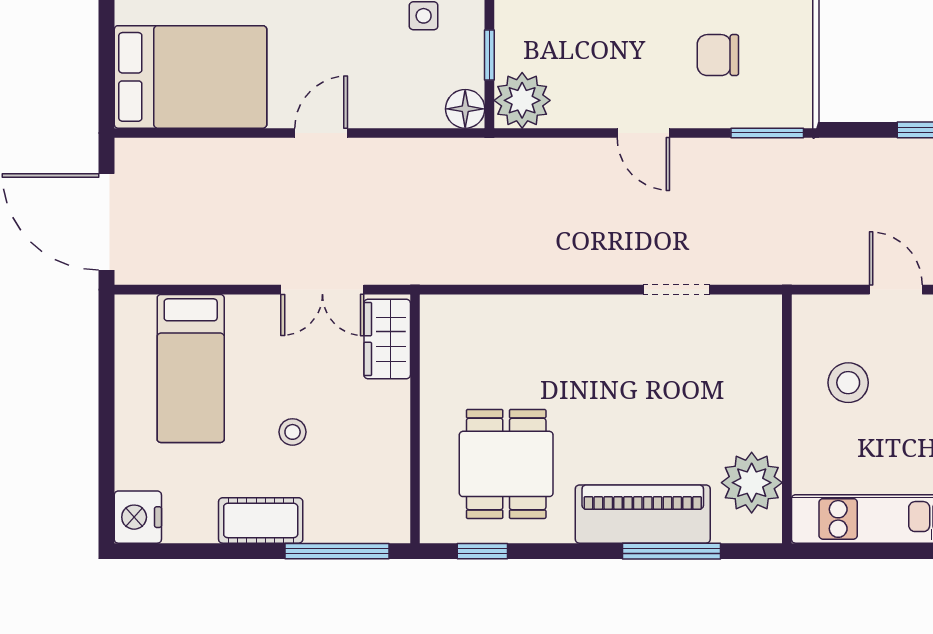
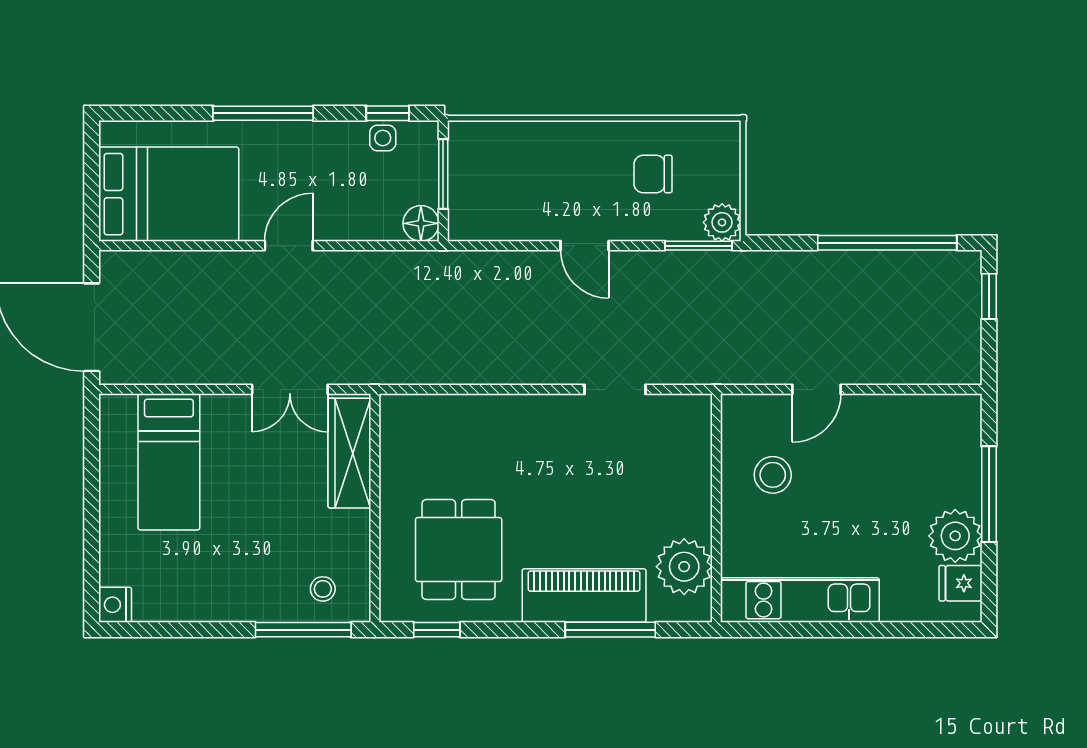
window: (489, 55) -> (443, 174), width x1.50
plant: (522, 100) -> (722, 222), moved, width x0.73, depth x0.73
door: (896, 290) -> (817, 389), swing flipped
wardrobe: (387, 339) -> (349, 453), width x1.50
stool: (293, 432) -> (323, 589), moved
nightstand: (138, 517) -> (115, 605), width x0.74, depth x0.75
cot: (261, 520) -> (233, 601), removed

